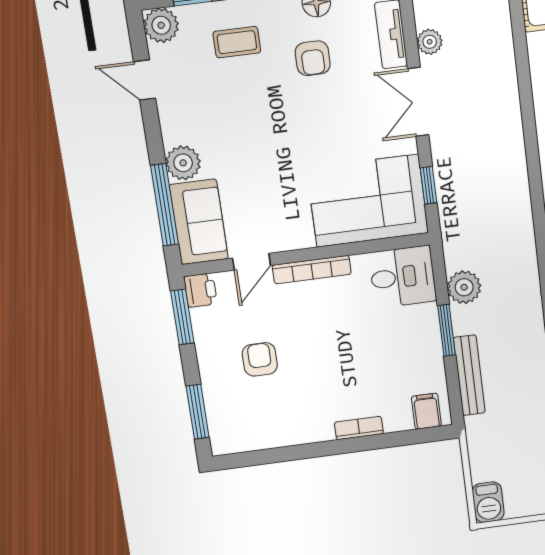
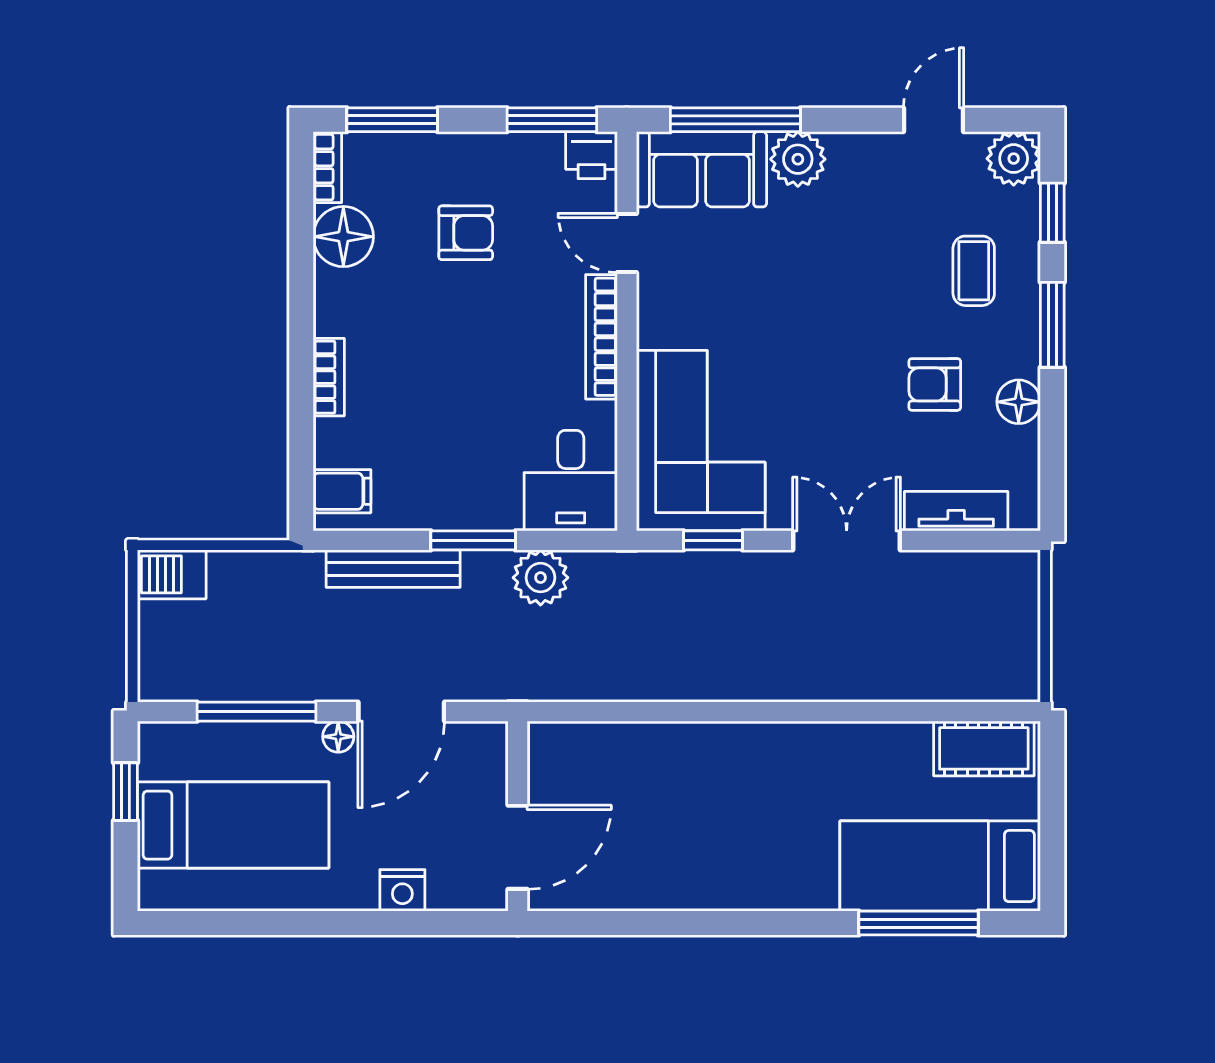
plant: (430, 42) -> (938, 570), removed
floor lamp: (273, 431) -> (343, 237), added
bookcase: (232, 446) -> (327, 167), added

